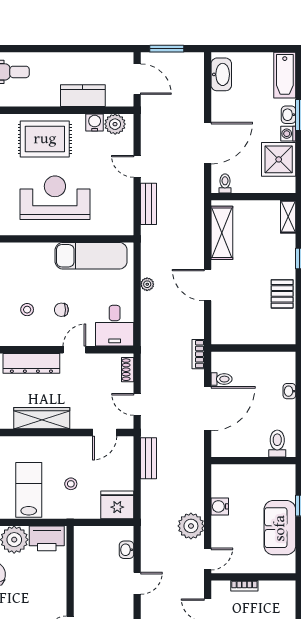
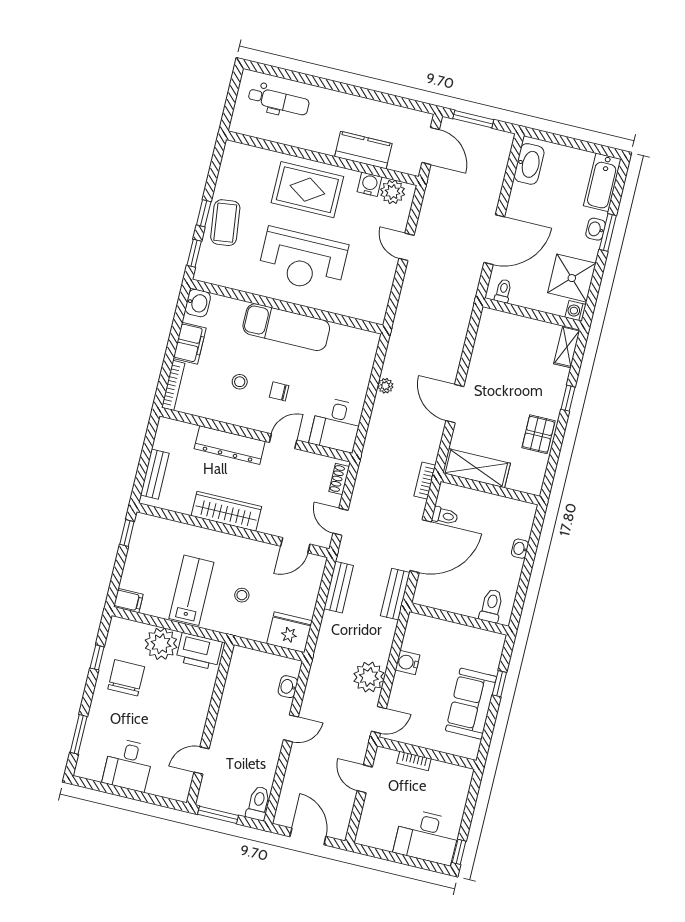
washing machine: (288, 134) -> (576, 311), moved
reception desk: (55, 198) -> (303, 260), turned 180
bench: (149, 204) -> (395, 594), moved
shelving: (222, 233) -> (476, 468), moved, turned 90
exam couch: (91, 256) -> (286, 327), moved

